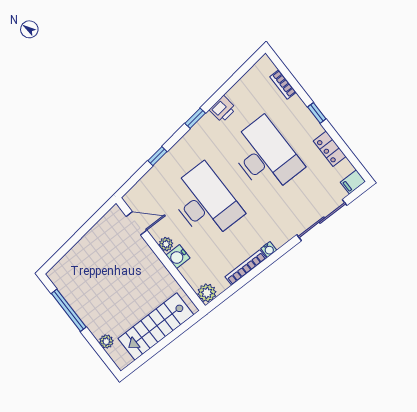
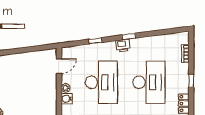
printer: (223, 109) -> (123, 46), moved
door: (136, 223) -> (59, 66), hinge flipped

